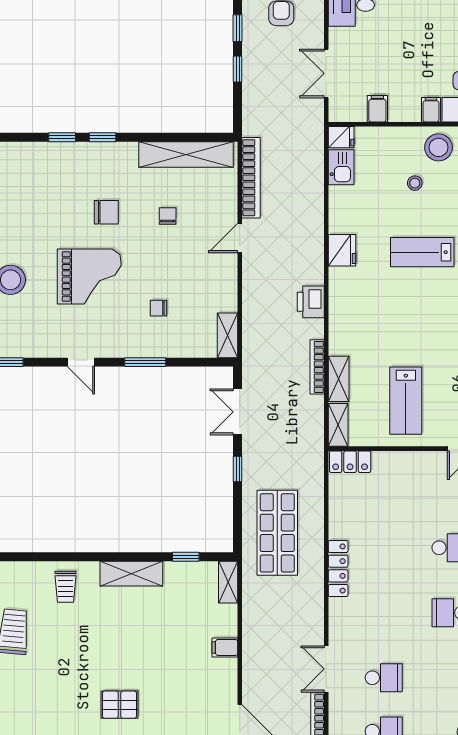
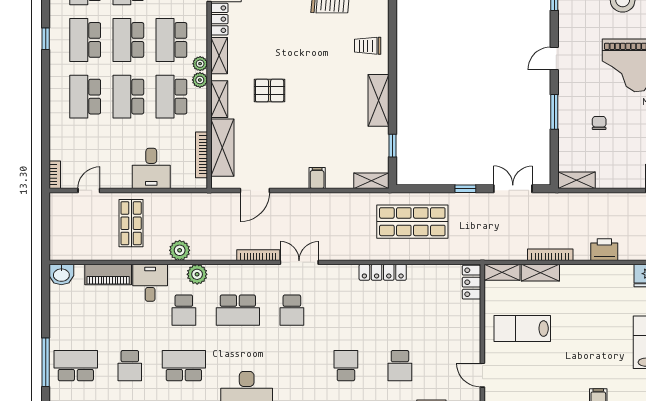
pallet: (119, 705) -> (270, 91), turned 90

